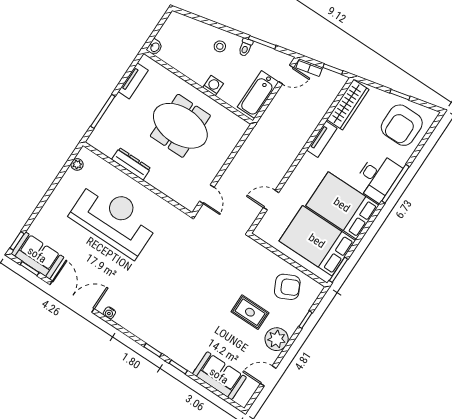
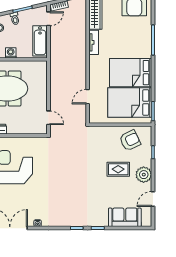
desk: (378, 177) -> (140, 43), removed

